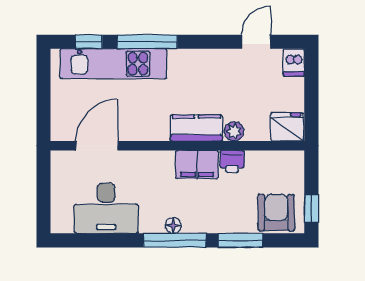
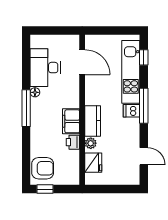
window: (147, 42) -> (144, 106), moved
dishwasher: (294, 62) -> (131, 111), moved
fridge: (287, 127) -> (93, 163), moved
floor lamp: (173, 225) -> (35, 92), moved
window: (241, 240) -> (26, 147), removed

